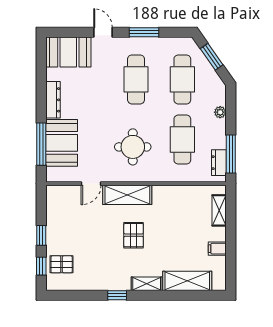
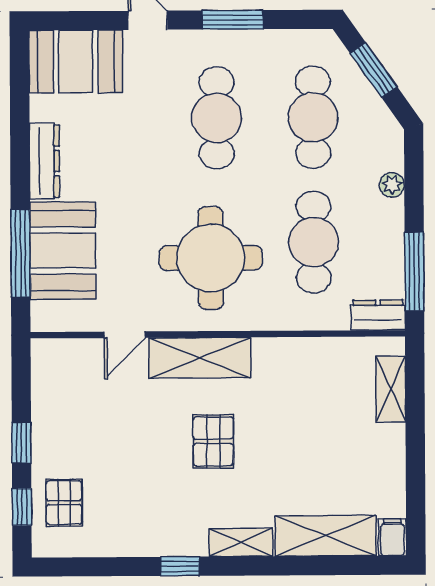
round table: (133, 147) -> (211, 258), width x1.36, depth x1.36
dresser: (219, 163) -> (378, 315), moved, turned 90
filing cabinet: (217, 249) -> (392, 537), moved, turned 90
pallet: (62, 264) -> (64, 503), turned 90

